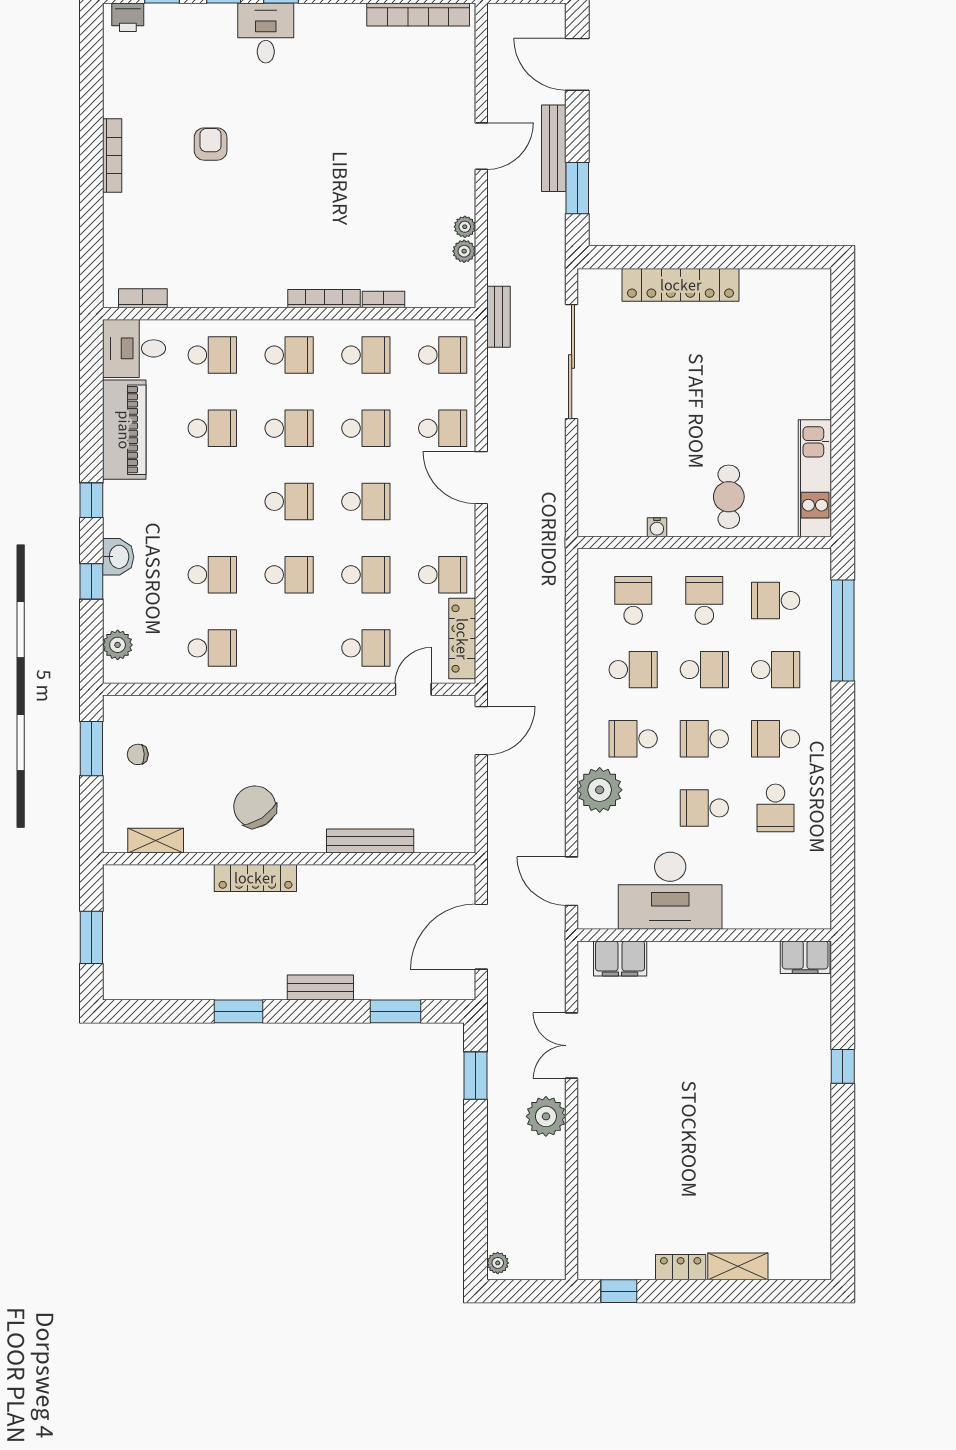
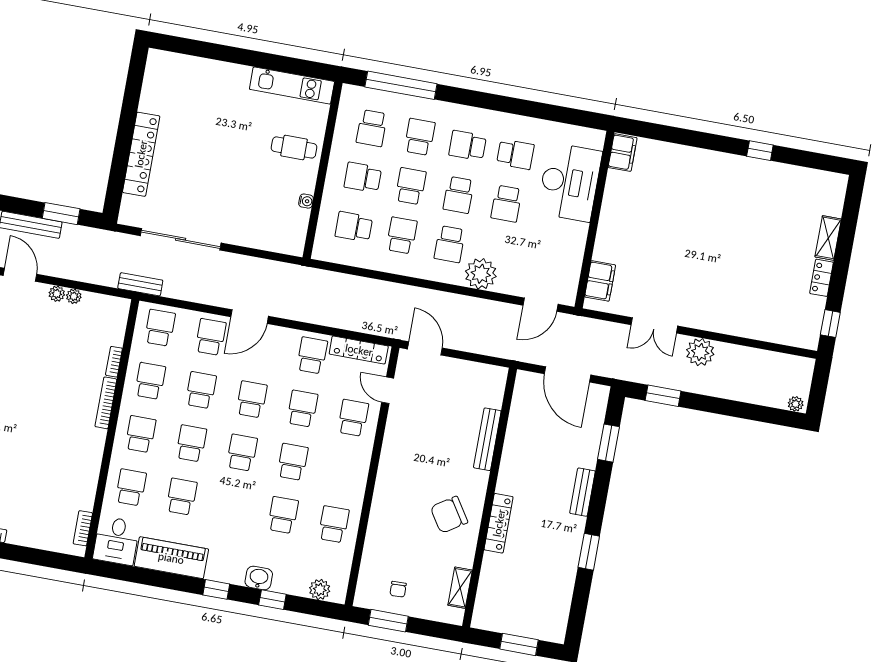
plant: (464, 251) -> (57, 294), moved
school desk: (776, 739) -> (468, 146), turned 90
desk: (670, 891) -> (570, 182), moved
window: (843, 1066) -> (760, 151), moved

